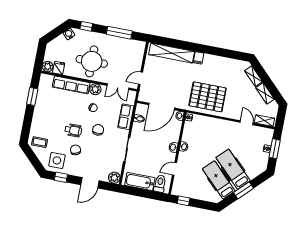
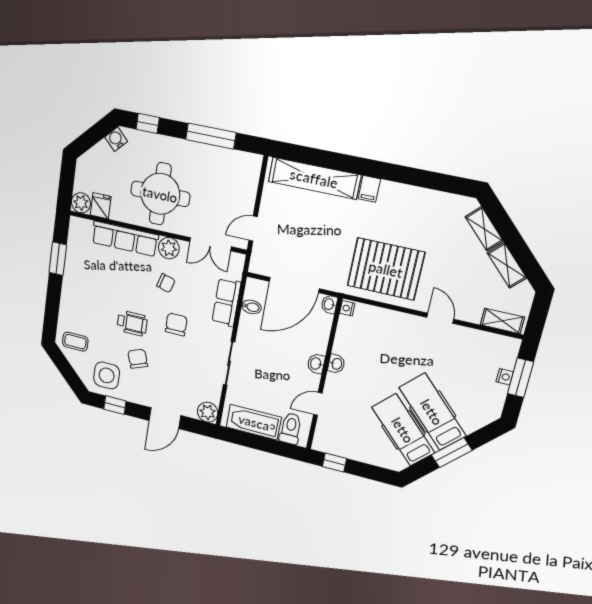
door: (247, 123) -> (440, 318), moved

